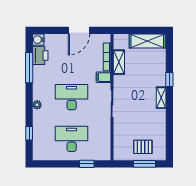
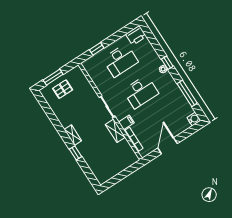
shelving: (147, 41) -> (111, 171), removed
printer: (40, 55) -> (136, 35), moved, turned -90
shelving: (119, 62) -> (115, 131), moved
window: (29, 133) -> (167, 63), moved

